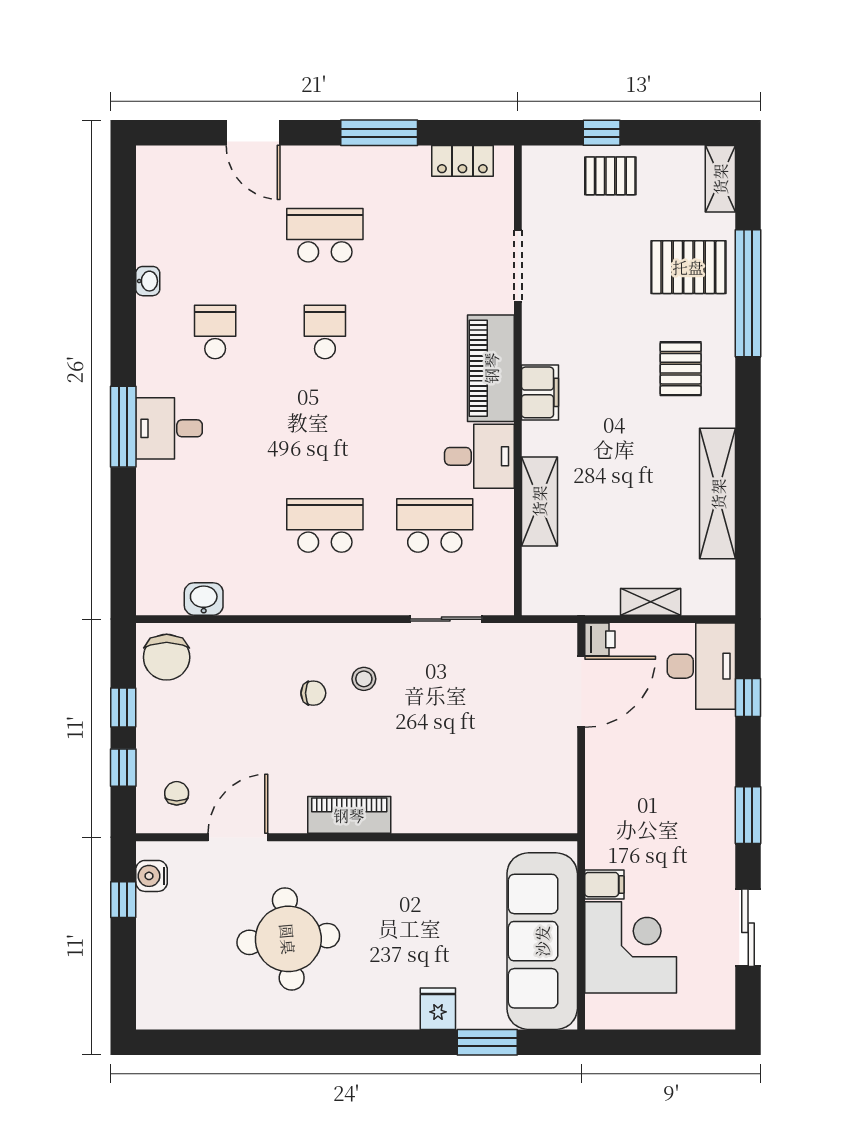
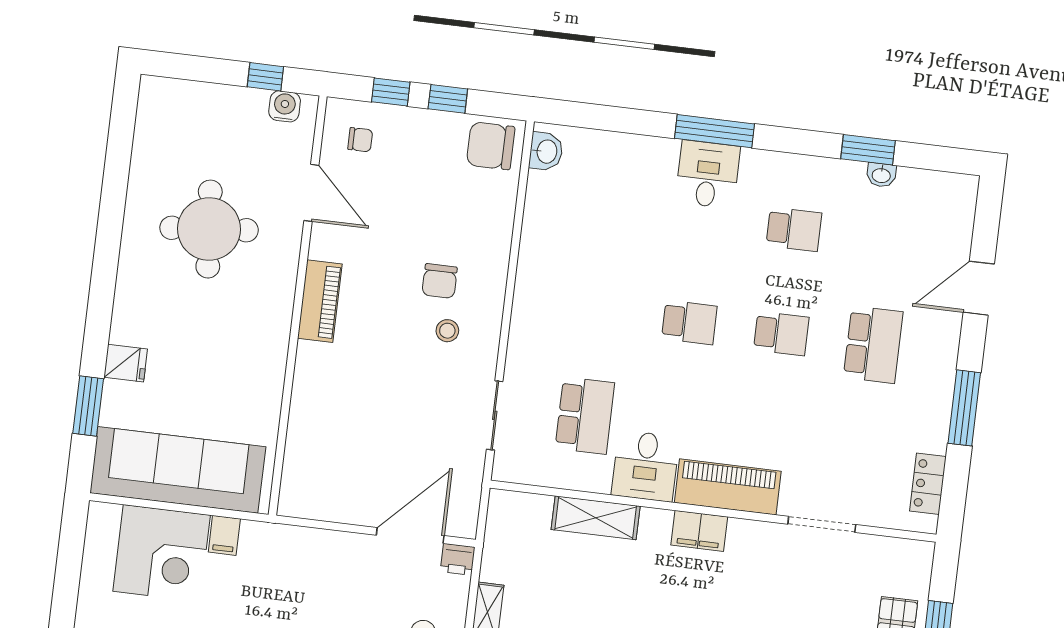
window: (123, 265) -> (868, 150), added
washbasin: (148, 281) -> (881, 175), moved
school desk: (325, 525) -> (689, 322), moved, width x0.54
washbasin: (204, 599) -> (546, 151), moved
door: (581, 692) -> (410, 535), swing flipped
chair: (313, 693) -> (440, 281), width x1.37, depth x1.37

